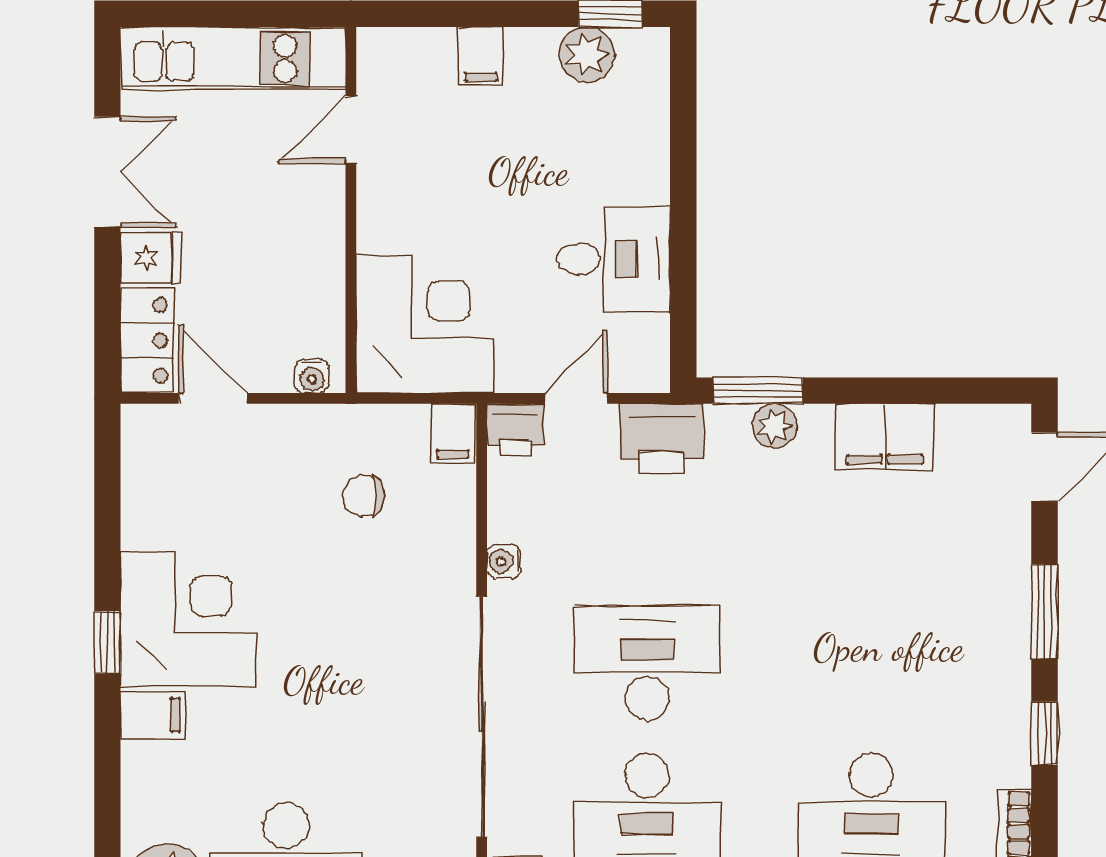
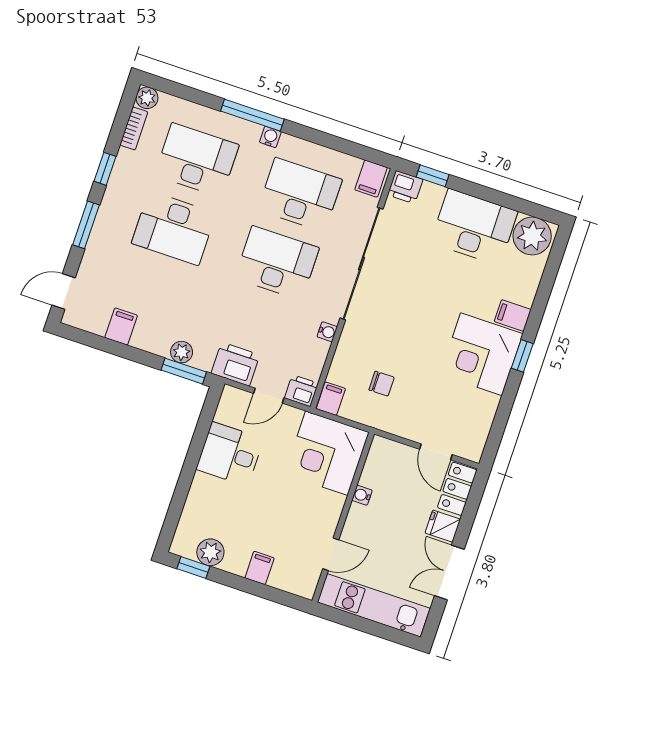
water cooler: (312, 376) -> (362, 495), moved, turned -90
filing cabinet: (885, 436) -> (121, 326), width x0.50
desk: (647, 663) -> (277, 263), turned 180
desk: (871, 663) -> (174, 228), added

